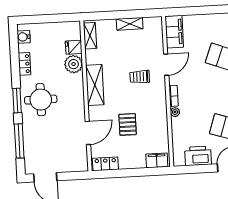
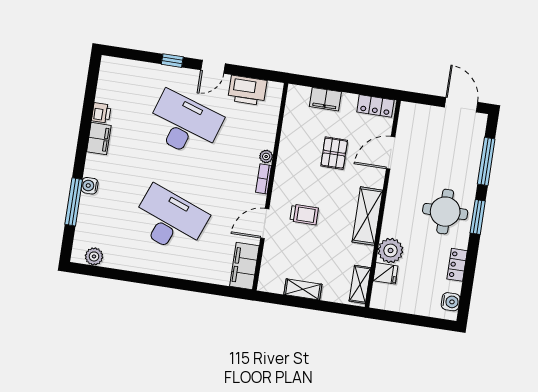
filing cabinet: (157, 160) -> (325, 99), moved

